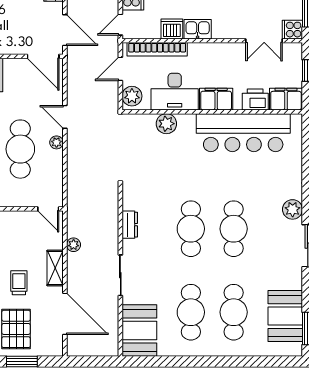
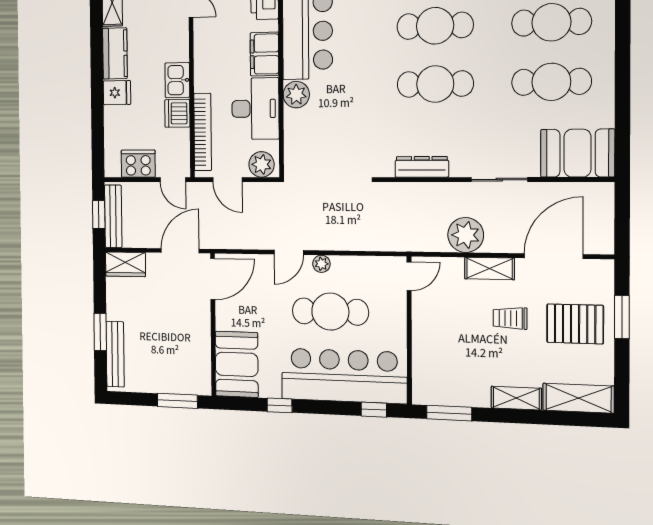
plant: (166, 124) -> (296, 95), moved
dresser: (130, 225) -> (422, 167), width x1.44
plant: (74, 245) -> (466, 235), width x1.87, depth x1.87

